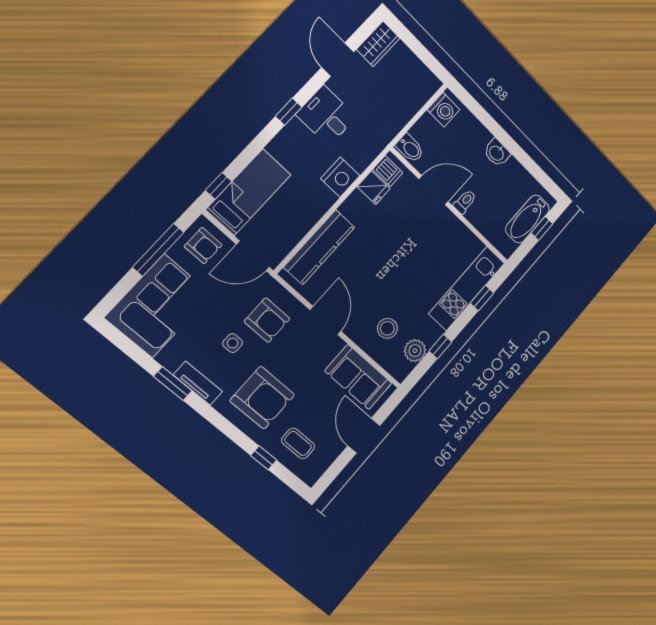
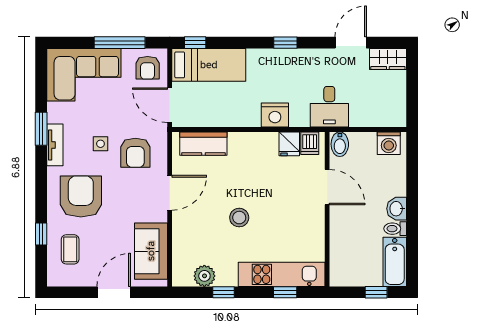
desk: (326, 116) -> (329, 107), moved, turned 180
toilet: (465, 202) -> (395, 229), moved, turned 180
bathtub: (527, 219) -> (395, 262), moved, turned -90
kitchen counter: (319, 247) -> (203, 144), width x0.67
stool: (387, 328) -> (239, 218), moved
armchair: (262, 398) -> (81, 196), turned 180

